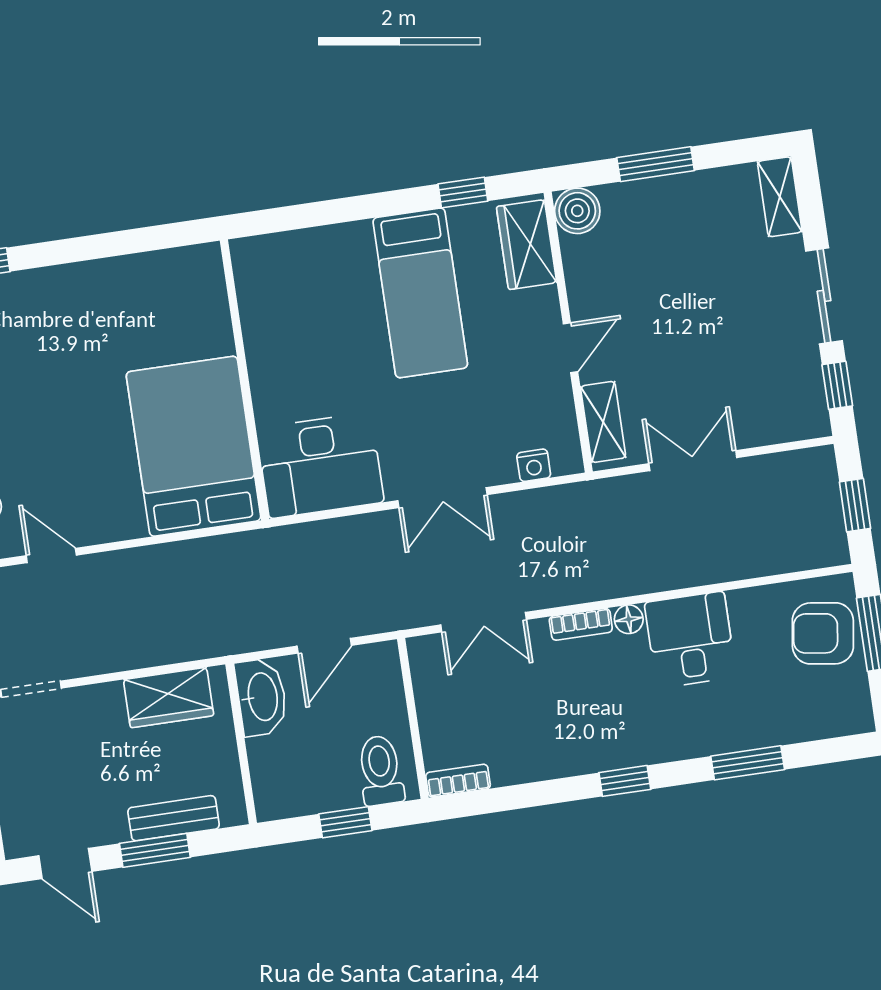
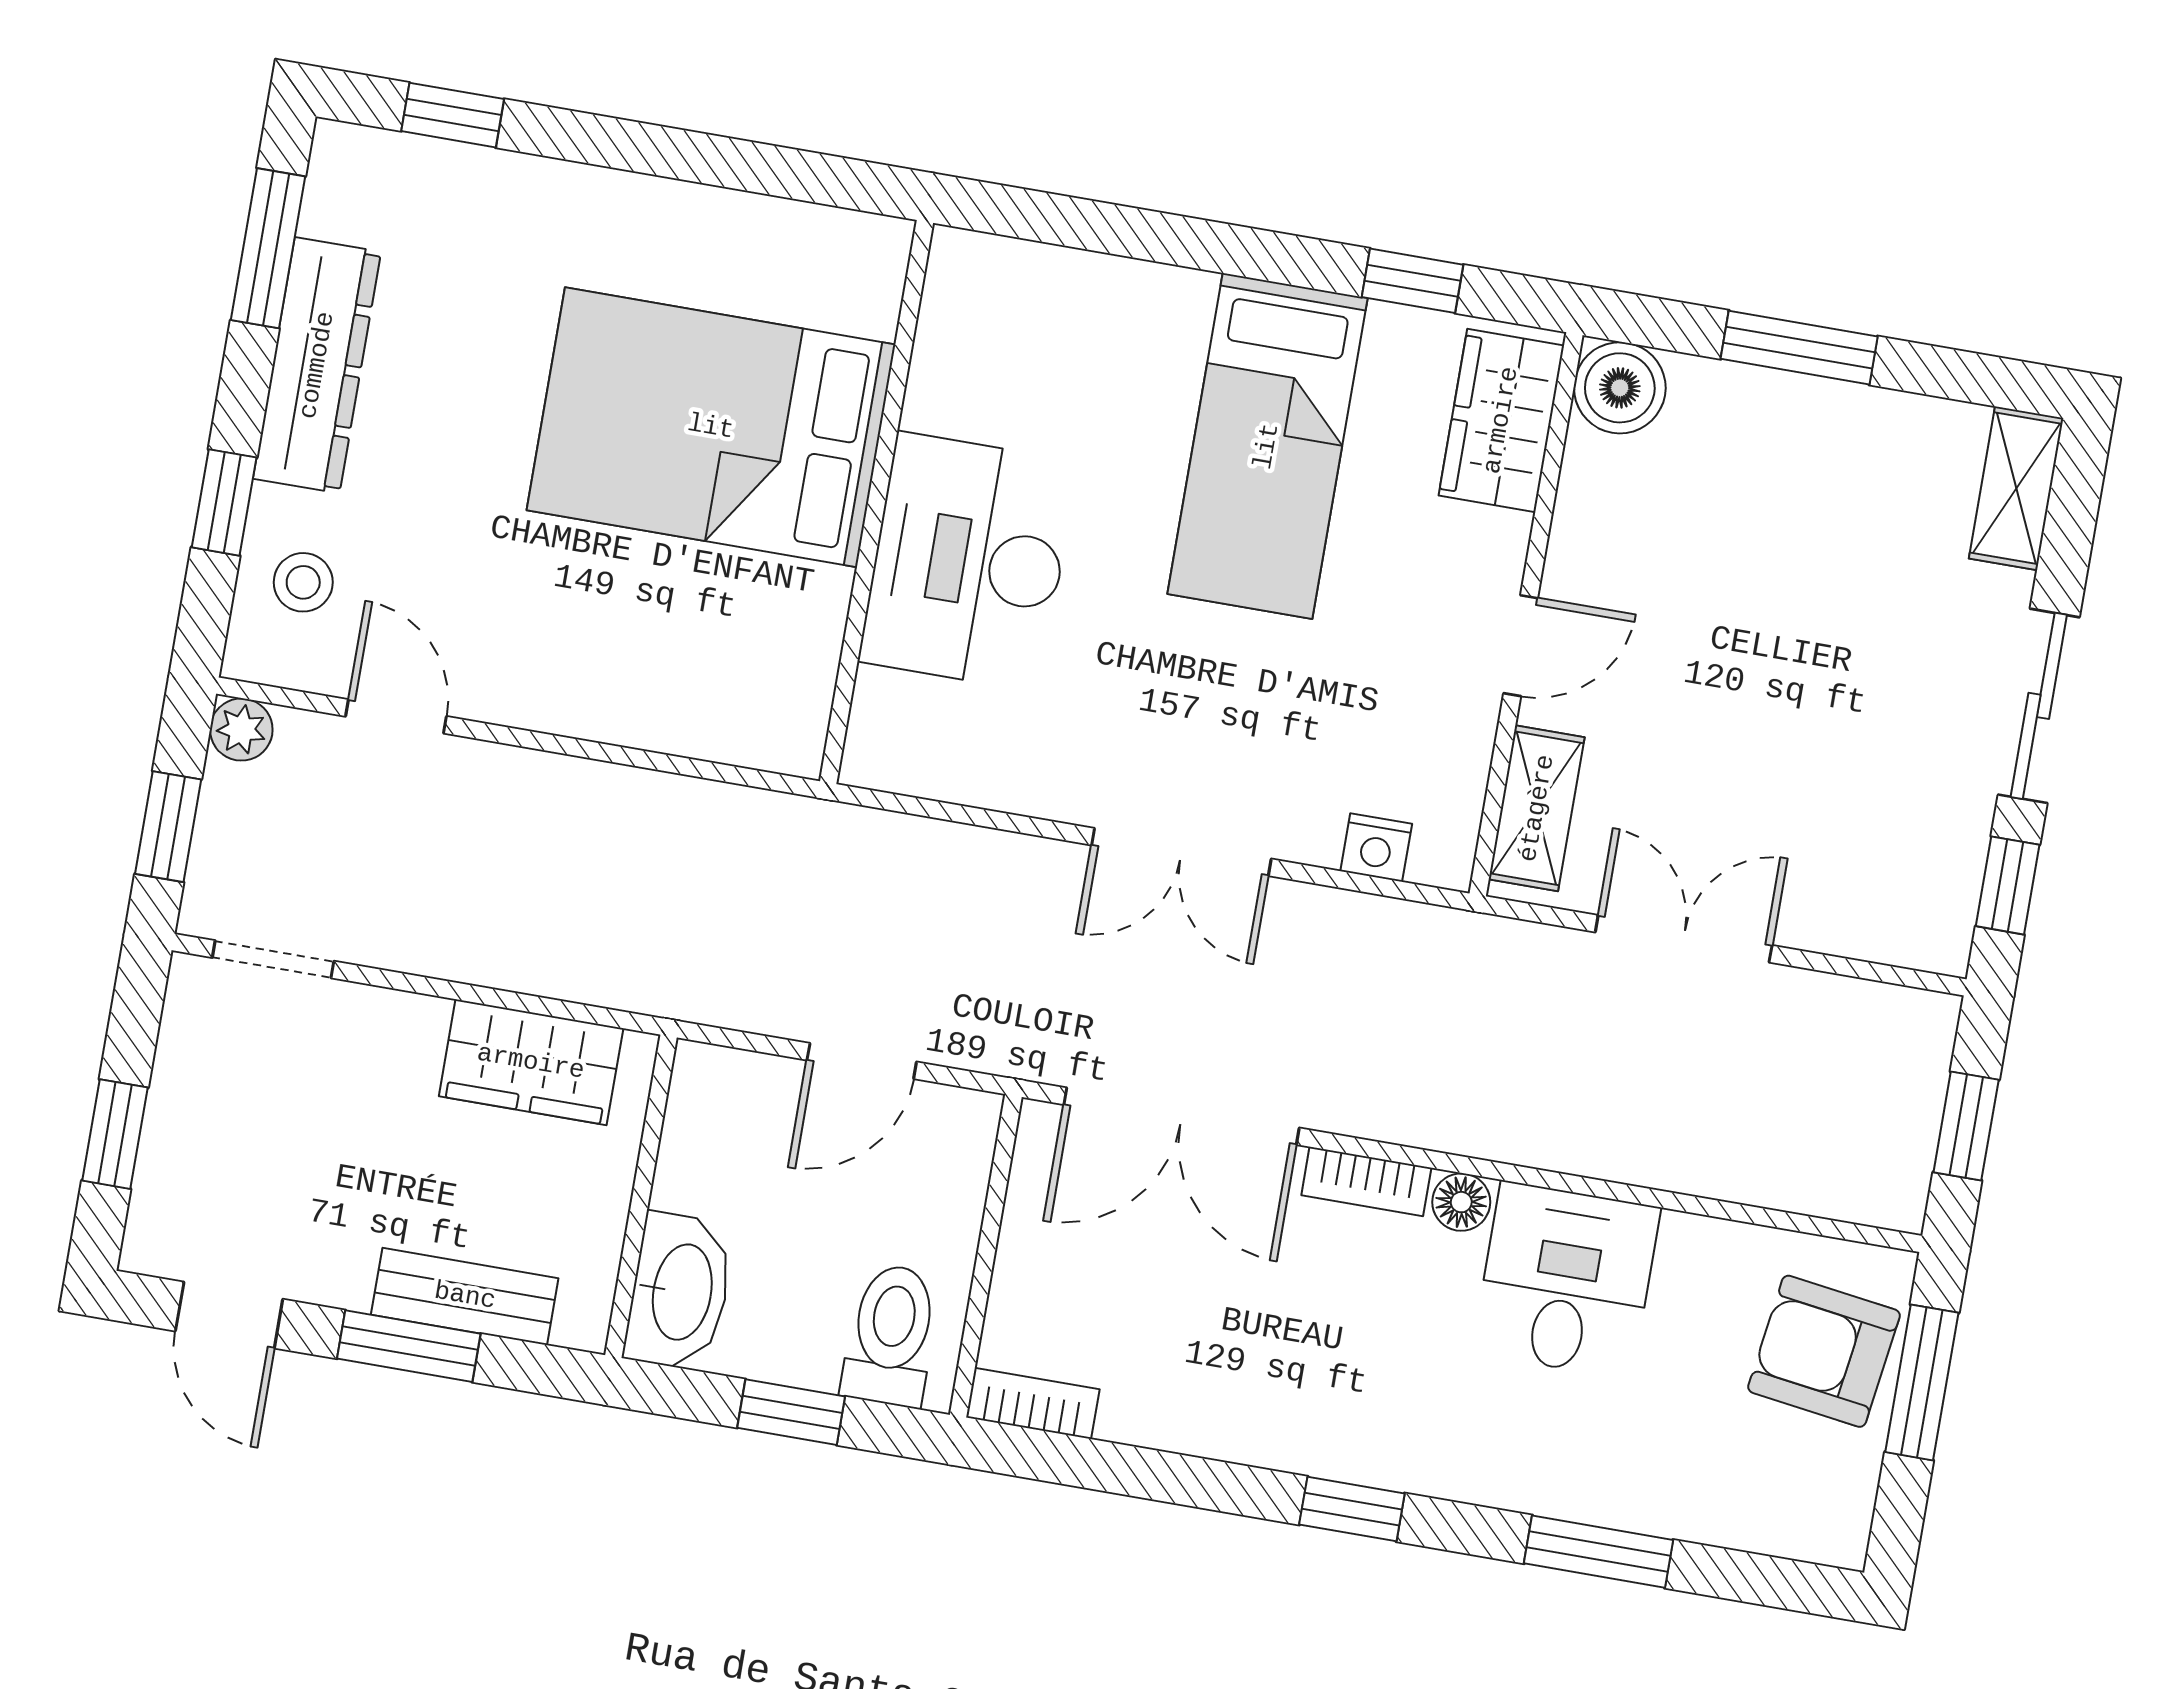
bed: (194, 446) -> (711, 427), moved, turned -90
desk: (320, 465) -> (968, 562), moved, turned 90
double door: (484, 622) -> (1181, 1116), width x1.37
washbasin: (261, 697) -> (680, 1292), moved

